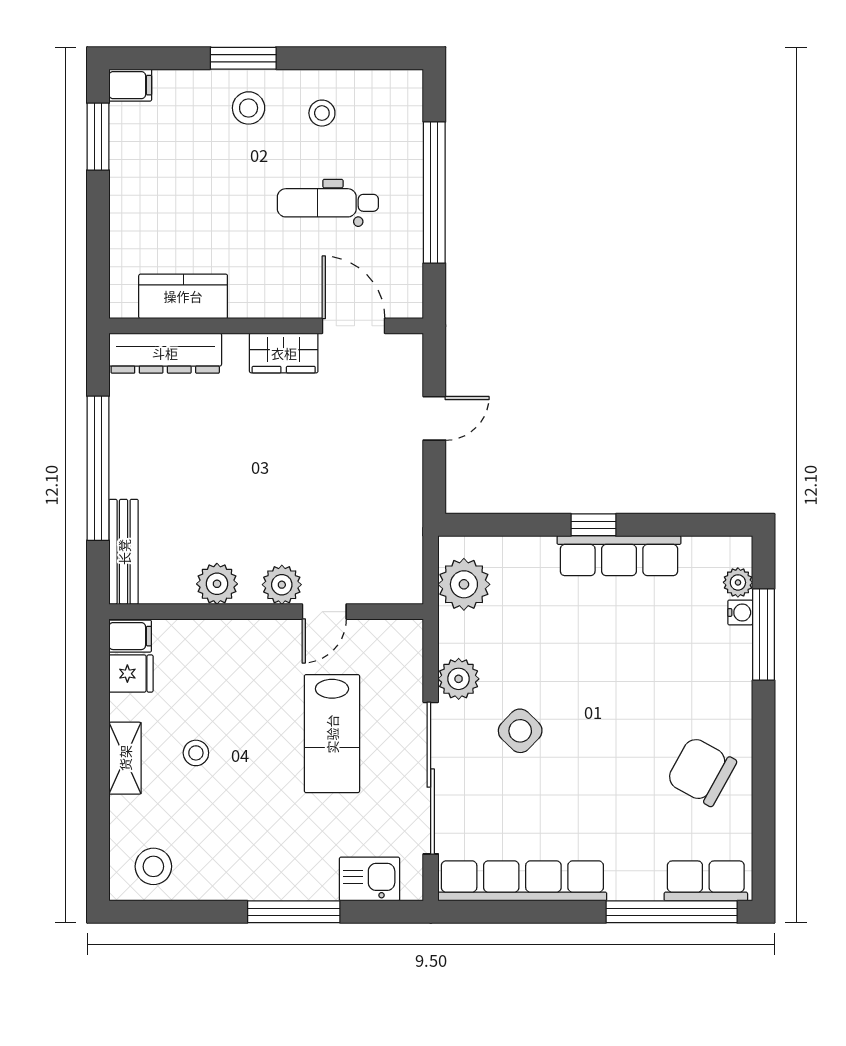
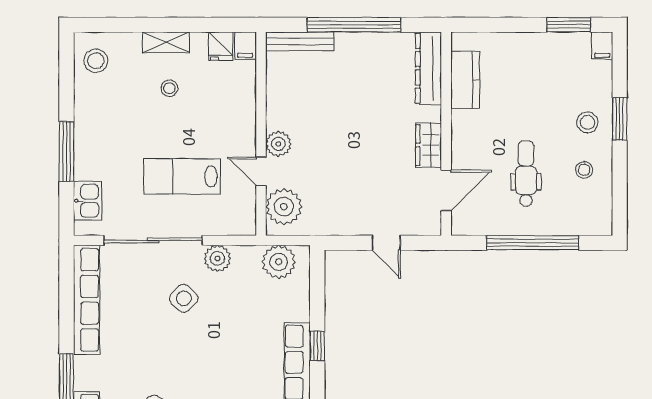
plant: (217, 584) -> (284, 207), moved, width x1.36, depth x1.36

